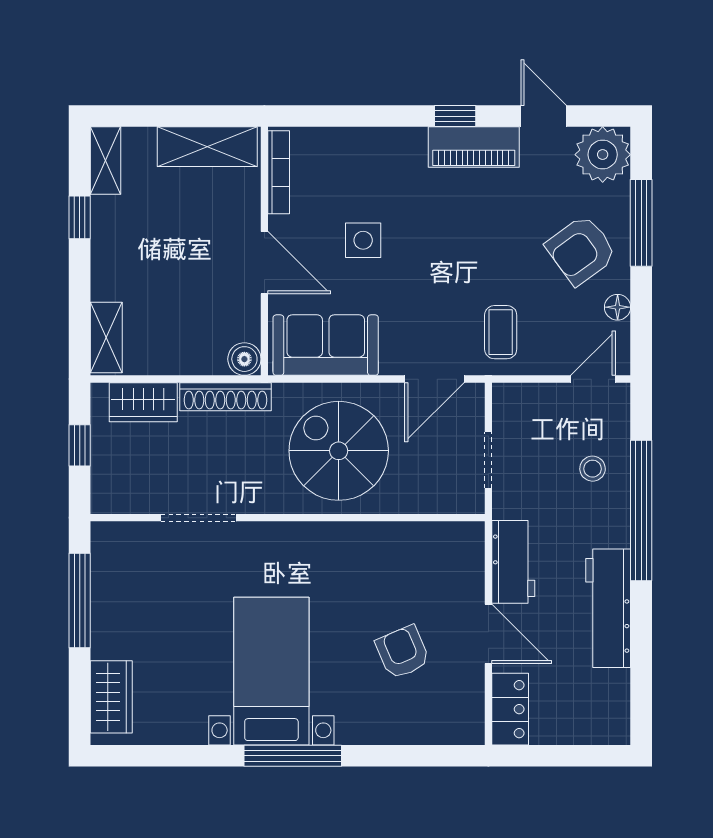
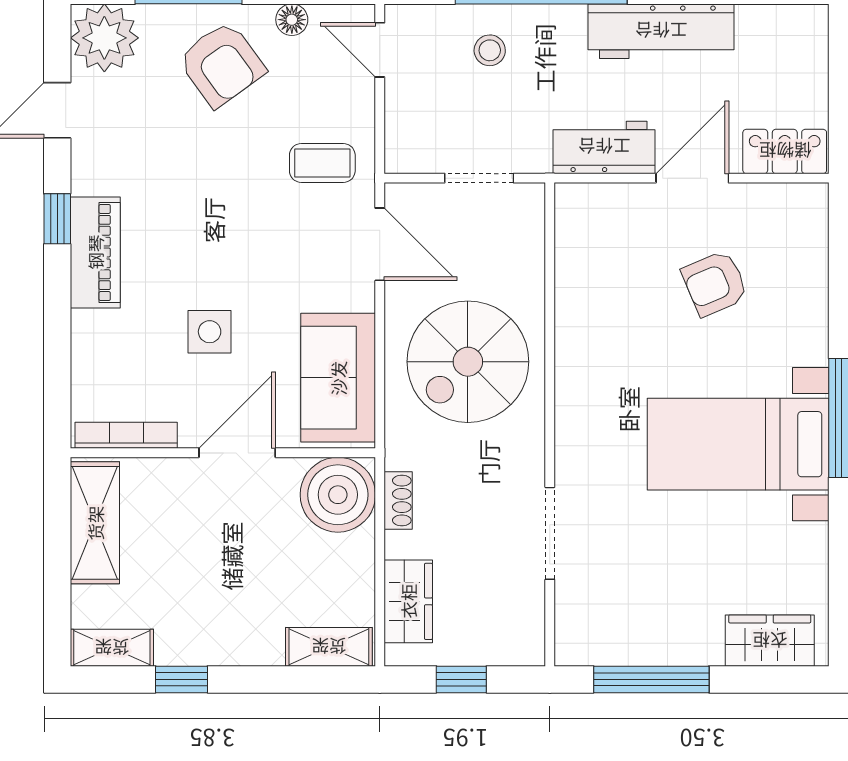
piano: (474, 147) -> (95, 252), moved
boiler: (244, 359) -> (338, 495), width x1.86, depth x1.86
shoe rack: (226, 397) -> (398, 500), width x0.51, depth x0.81

